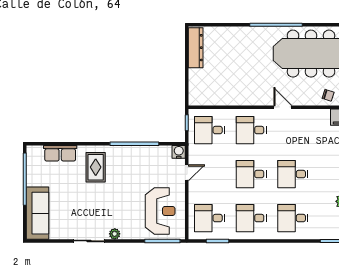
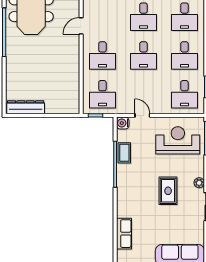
coffee table: (147, 154) -> (124, 153), added
rug: (96, 167) -> (168, 191), moved, turned 90

